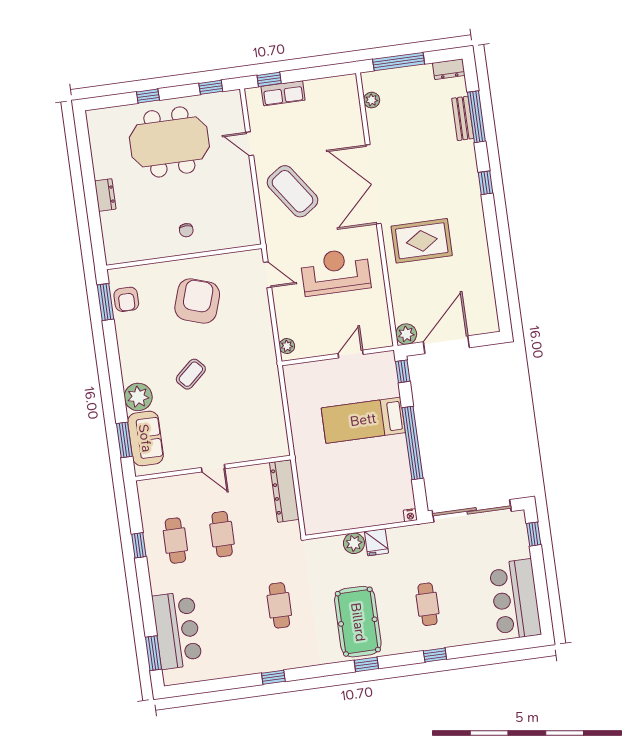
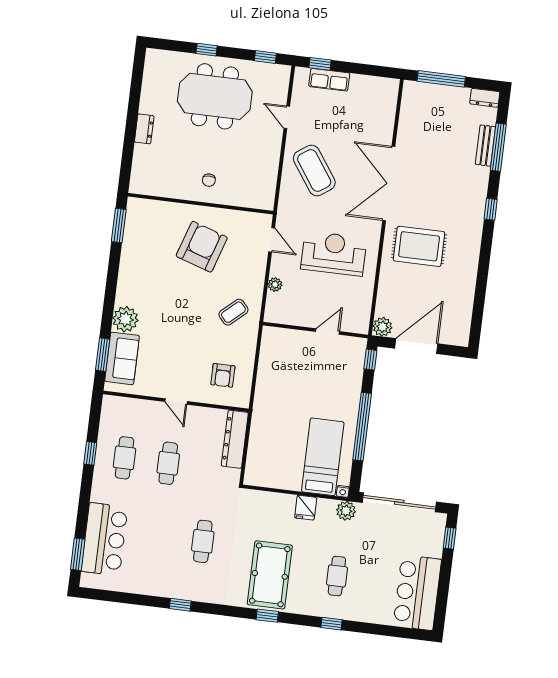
plant: (372, 100) -> (408, 107), removed
armchair: (126, 299) -> (223, 375), moved
plant: (287, 346) -> (275, 285), moved
coffee table: (191, 374) -> (233, 312), moved
bed: (363, 420) -> (323, 457), moved, turned 90
plant: (354, 543) -> (346, 511), moved

